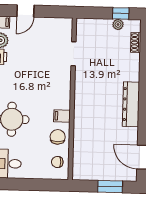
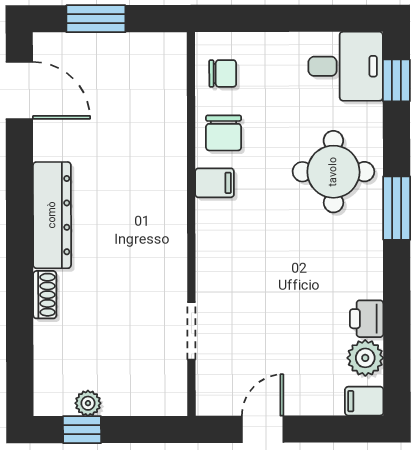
door: (25, 11) -> (263, 429), moved
shoe rack: (136, 43) -> (45, 295), moved

